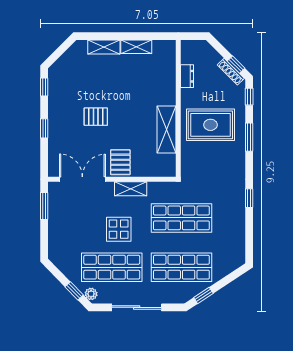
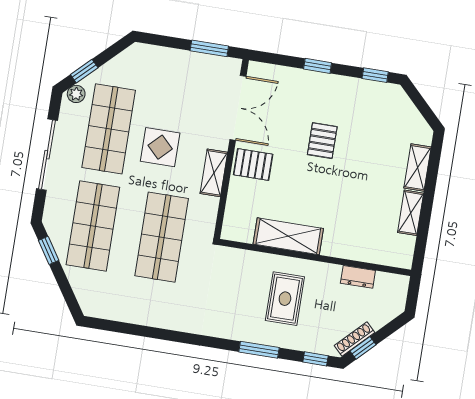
rug: (210, 125) -> (285, 299), width x0.73, depth x0.70
window: (249, 198) -> (174, 336), removed

